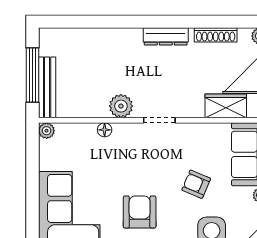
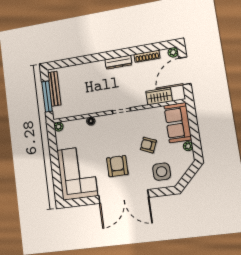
bench: (47, 87) -> (54, 89), moved
plant: (121, 106) -> (98, 106), removed

